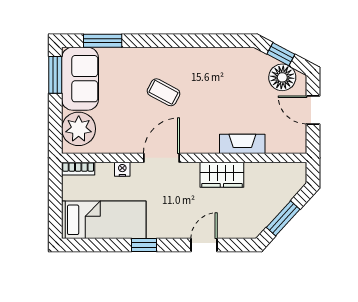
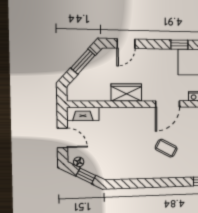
floor lamp: (282, 77) -> (79, 162), width x0.53, depth x0.53
fireplace: (242, 144) -> (83, 114), moved
door: (204, 245) -> (126, 44), moved

